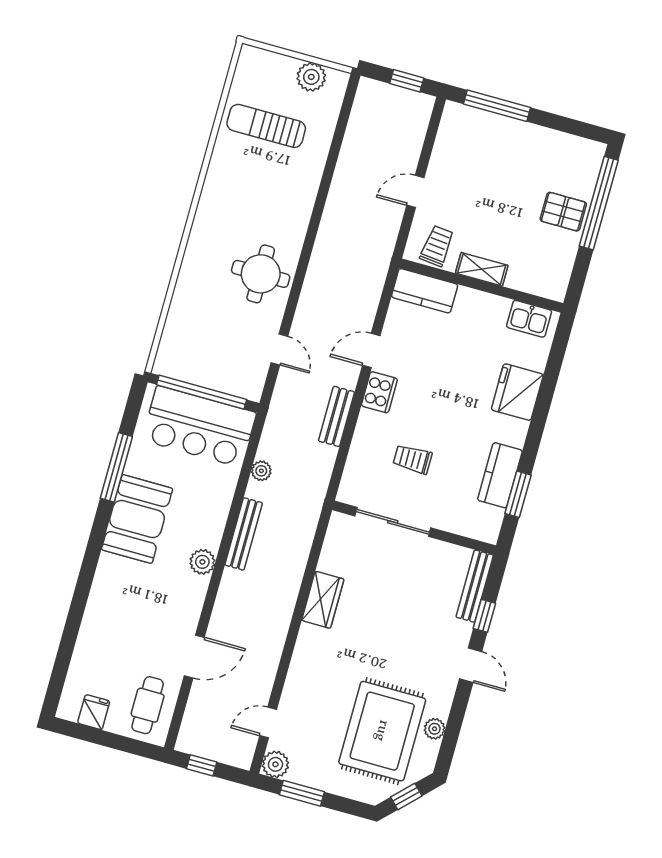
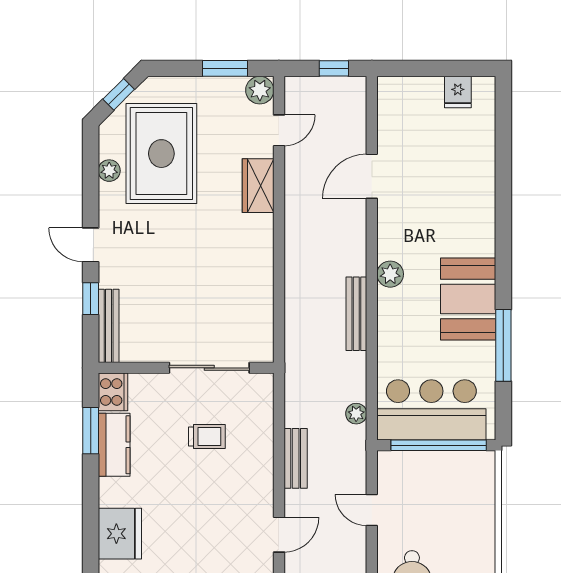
cooker: (379, 392) -> (113, 392), moved, turned 180
plant: (261, 471) -> (356, 414), moved
wardrobe: (323, 600) -> (258, 186), moved
cafe table: (148, 705) -> (405, 114), removed

